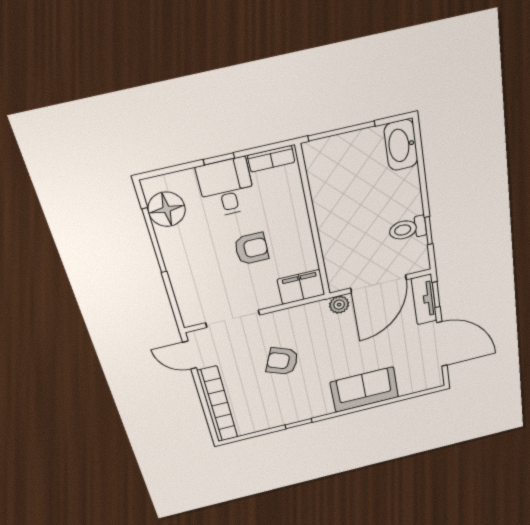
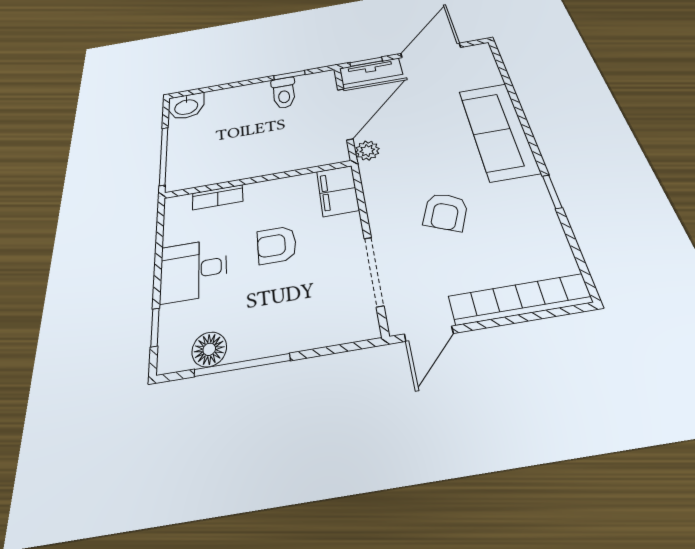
washbasin: (401, 145) -> (186, 106), width x0.72
window: (219, 159) -> (155, 327), moved
bookcase: (271, 159) -> (218, 197), moved, turned 90
floor lamp: (167, 209) -> (209, 349), width x0.73, depth x0.73
armchair: (251, 249) -> (277, 245), turned -90
door: (379, 284) -> (345, 114), hinge flipped
sofa: (364, 390) -> (498, 131), width x1.36

